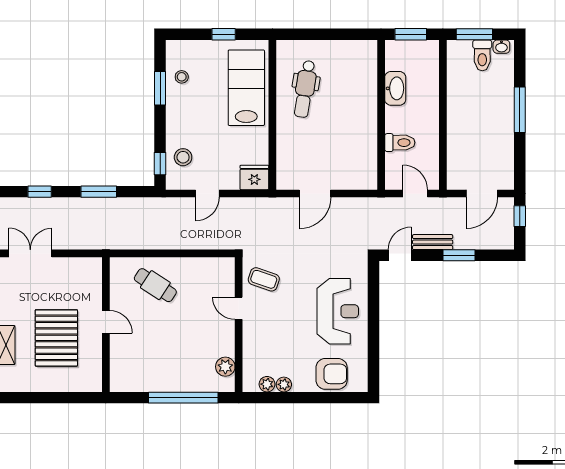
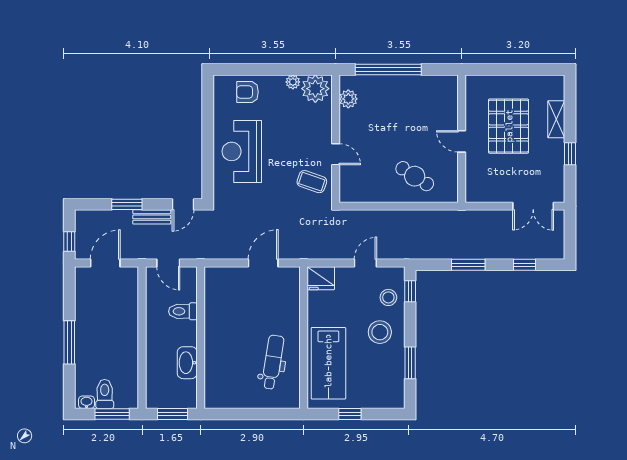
stool: (182, 77) -> (380, 332), moved, width x1.89, depth x1.89
armchair: (332, 374) -> (248, 92), width x0.72, depth x0.72
plant: (267, 384) -> (315, 89), width x1.87, depth x1.87

